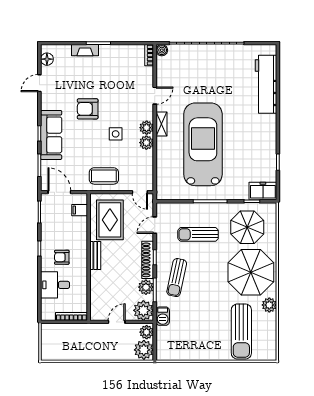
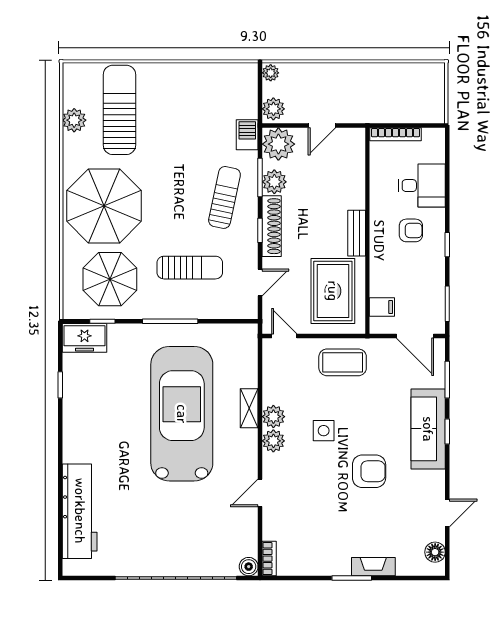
shelving: (161, 124) -> (249, 408), moved
car: (203, 144) -> (182, 414), turned 180
plant: (269, 305) -> (74, 120), moved
plant: (144, 350) -> (271, 73), width x0.53, depth x0.53

